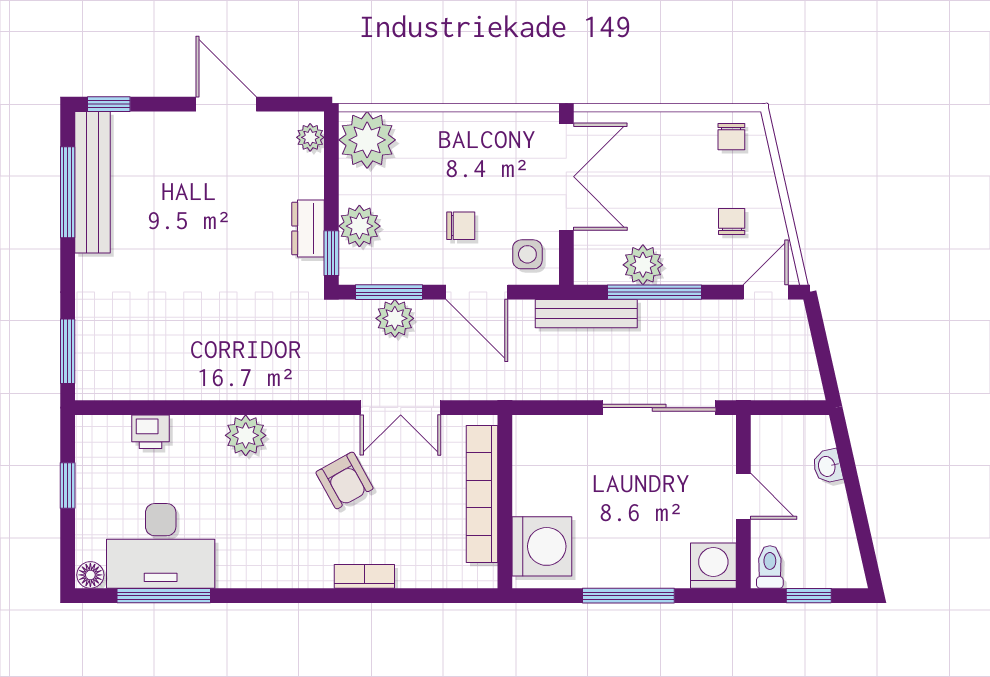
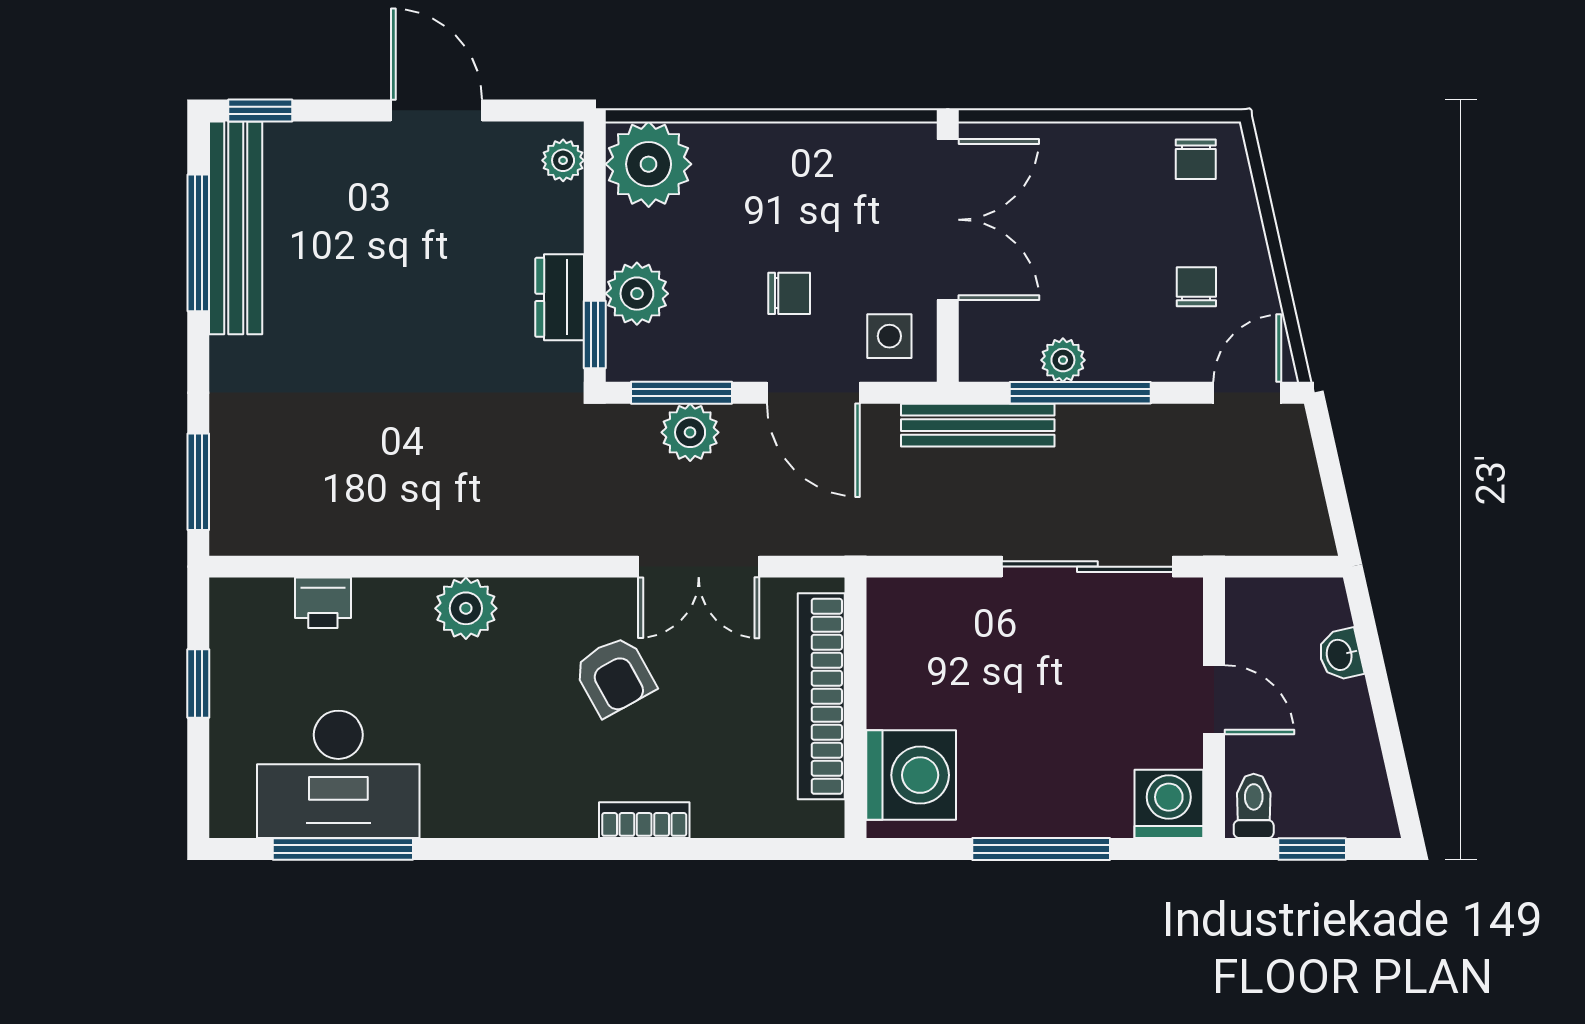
plant: (643, 265) -> (1063, 360), width x0.73, depth x0.73
floor lamp: (90, 575) -> (233, 818), removed

